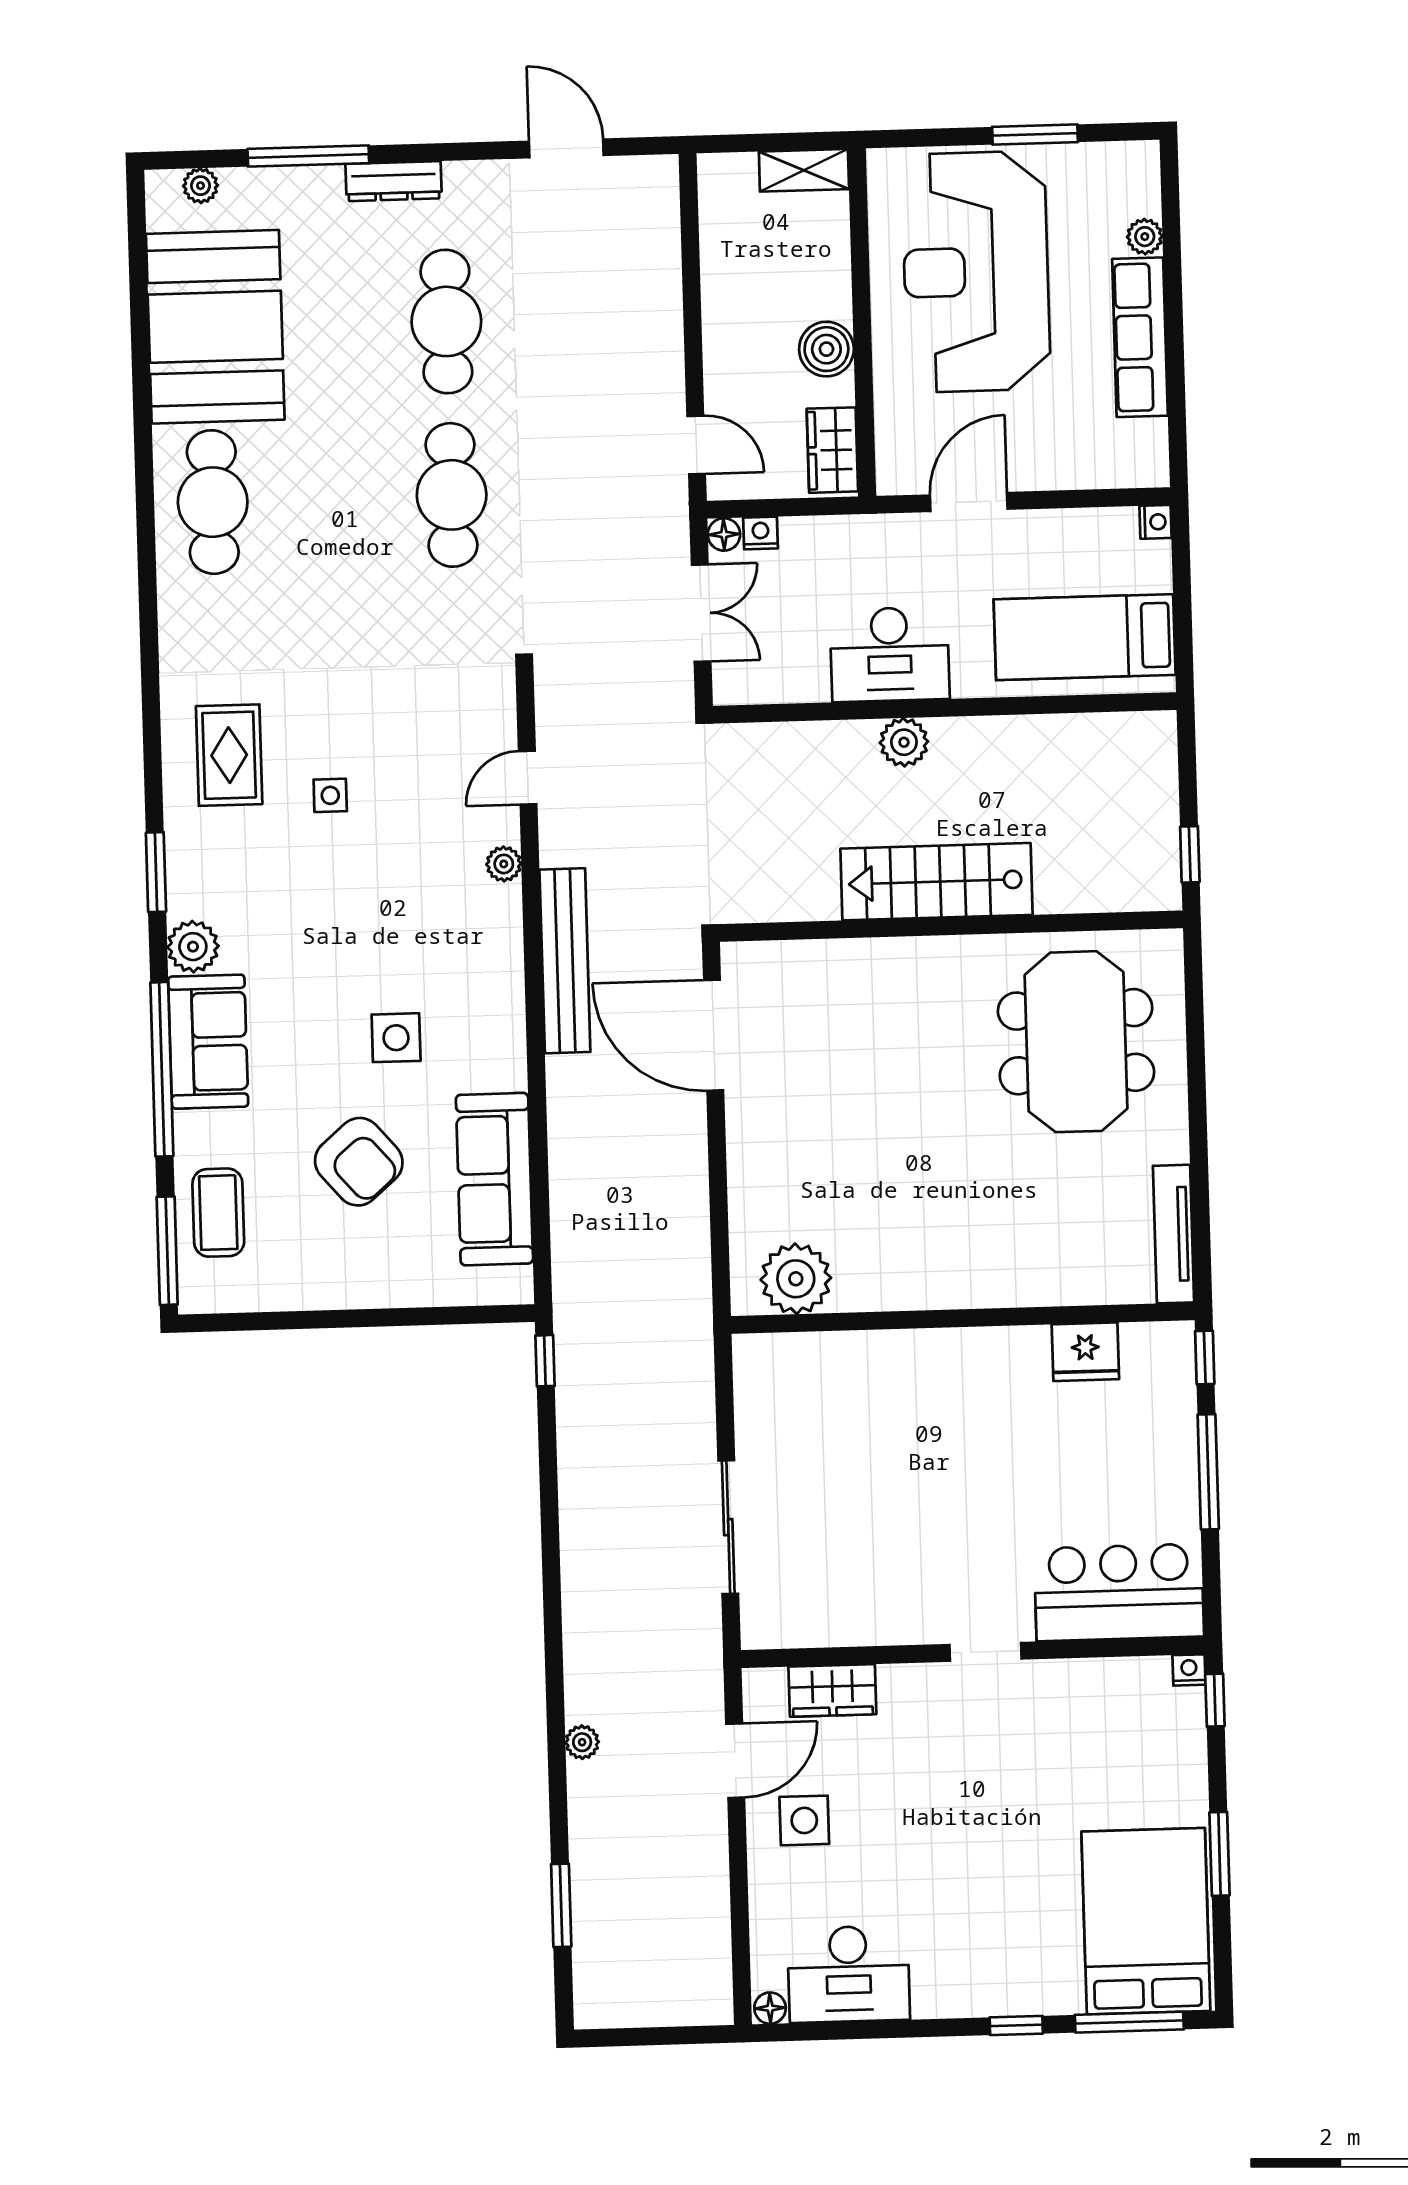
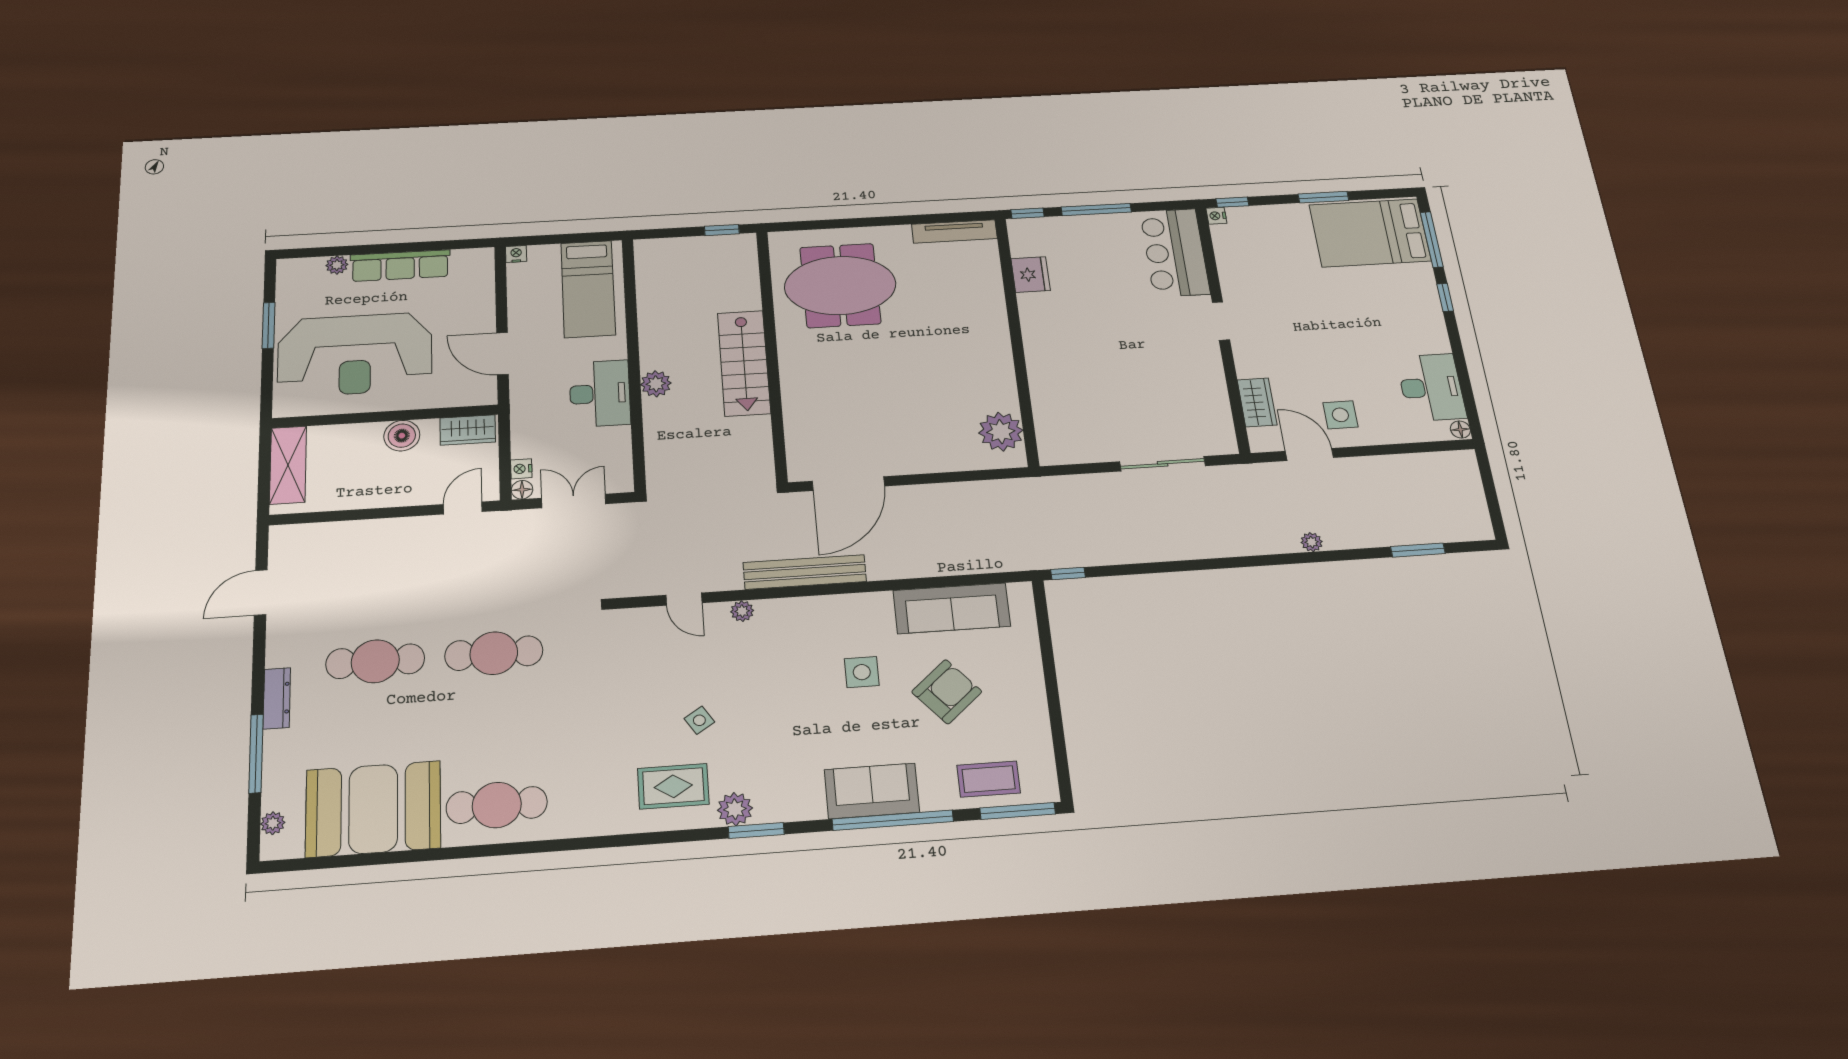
shelving: (804, 170) -> (288, 465), width x1.50, depth x1.33
side table: (330, 795) -> (699, 720), turned -33
plant: (193, 947) -> (735, 809), moved

